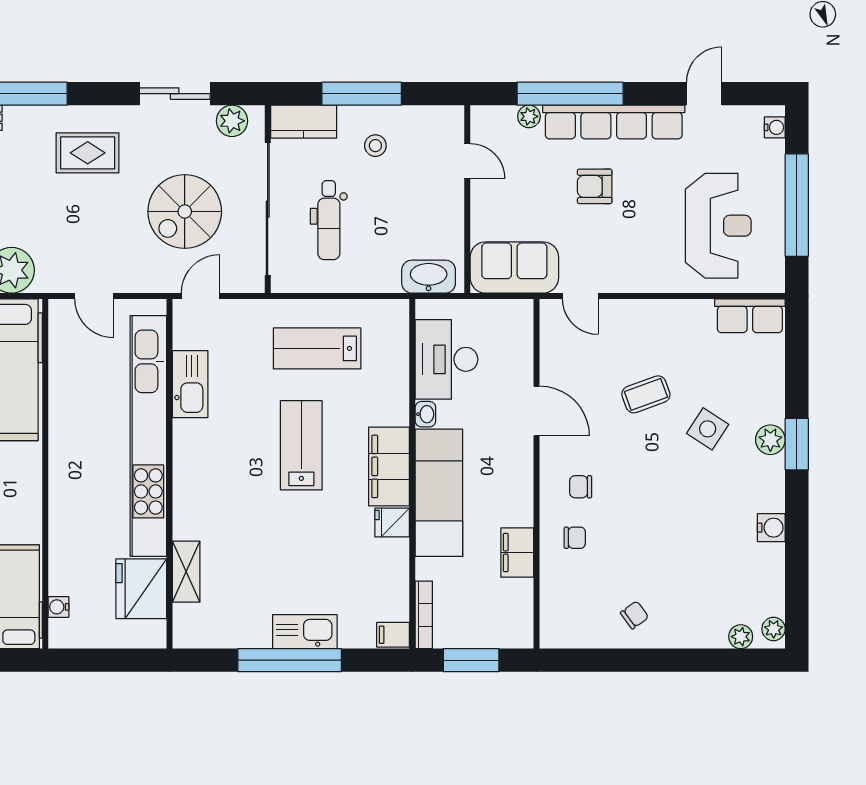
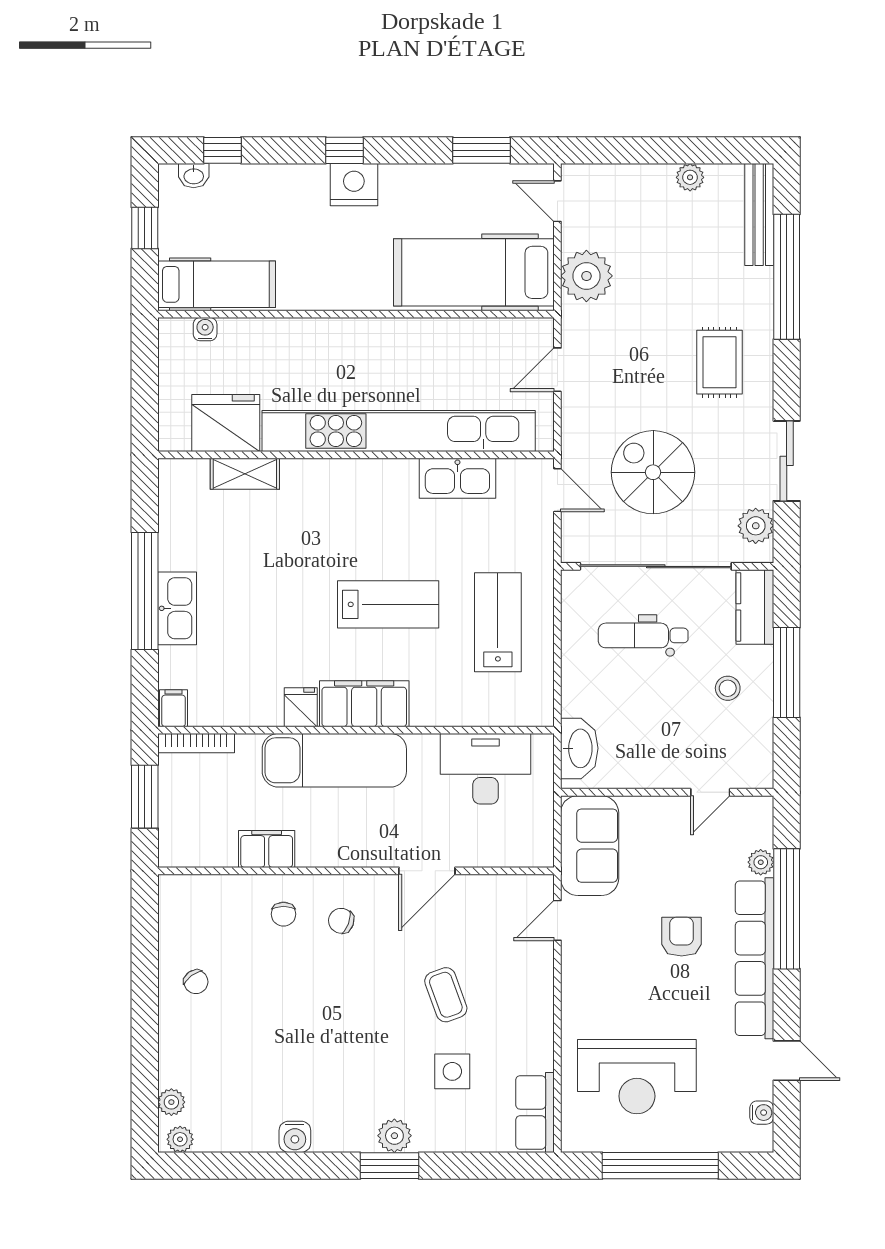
water cooler: (775, 127) -> (762, 1113), moved, turned -90
washbasin: (425, 414) -> (423, 745), removed
side table: (708, 429) -> (452, 1071), moved, turned -33
chair: (581, 487) -> (341, 921), turned -70

